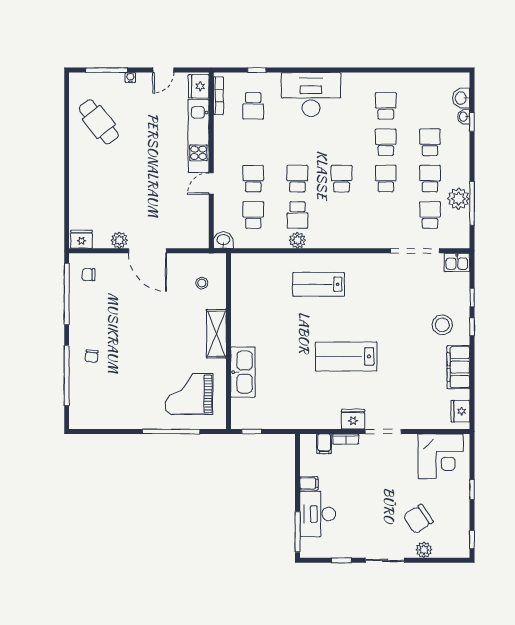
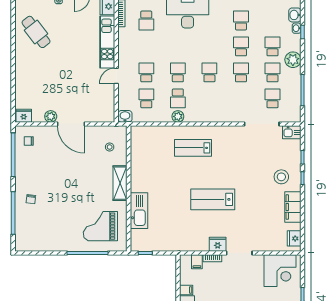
plant: (459, 199) -> (293, 60), moved

